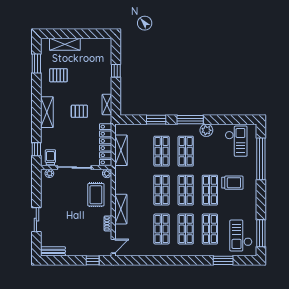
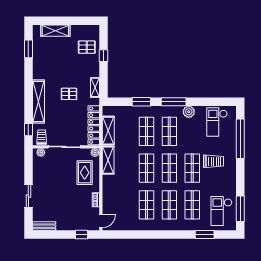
pallet: (58, 75) -> (87, 47), moved
shelving: (47, 112) -> (38, 102), width x1.47
checkout: (236, 141) -> (217, 122), turned 180
shelving: (121, 209) -> (108, 160), moved

